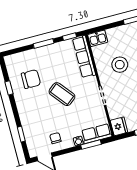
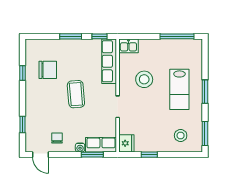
coffee table: (62, 94) -> (76, 94), turned 34

